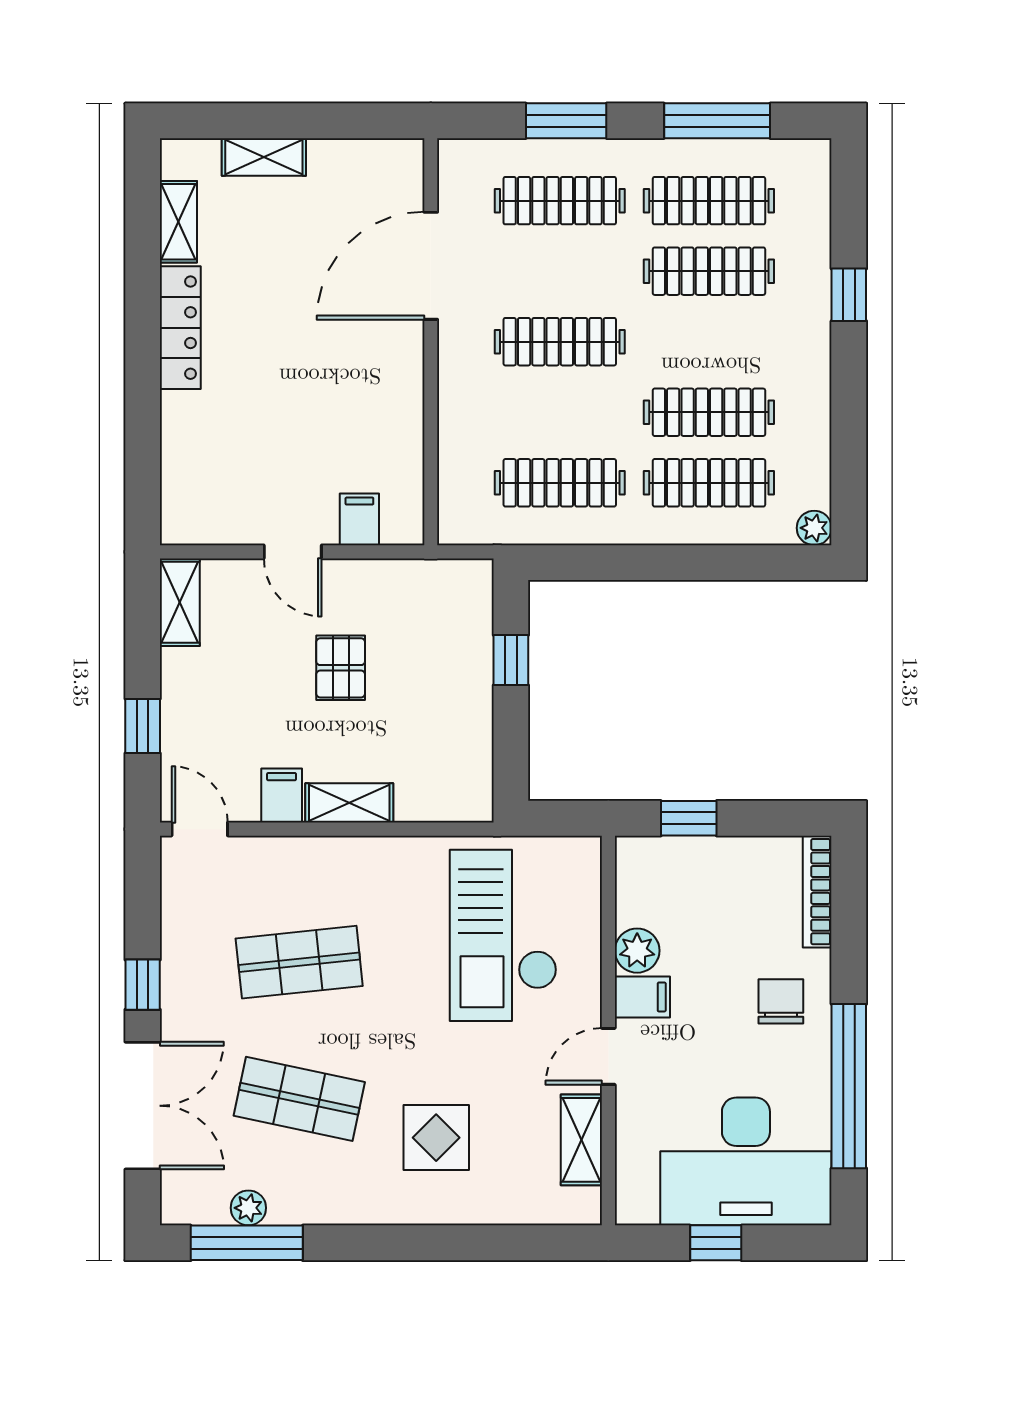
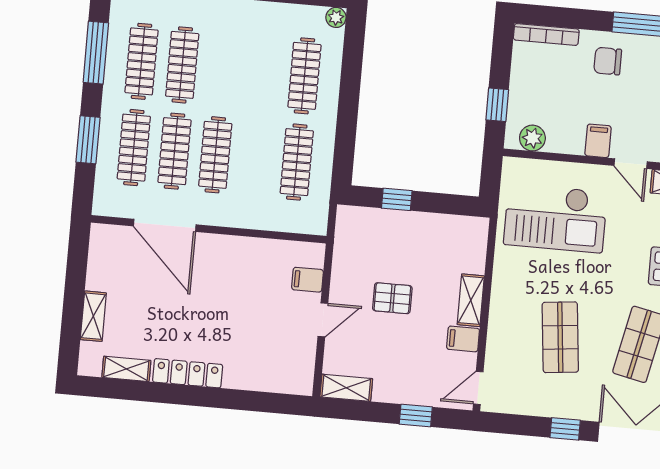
clothes rail: (709, 412) -> (175, 151), moved
plant: (637, 951) -> (532, 138), moved

